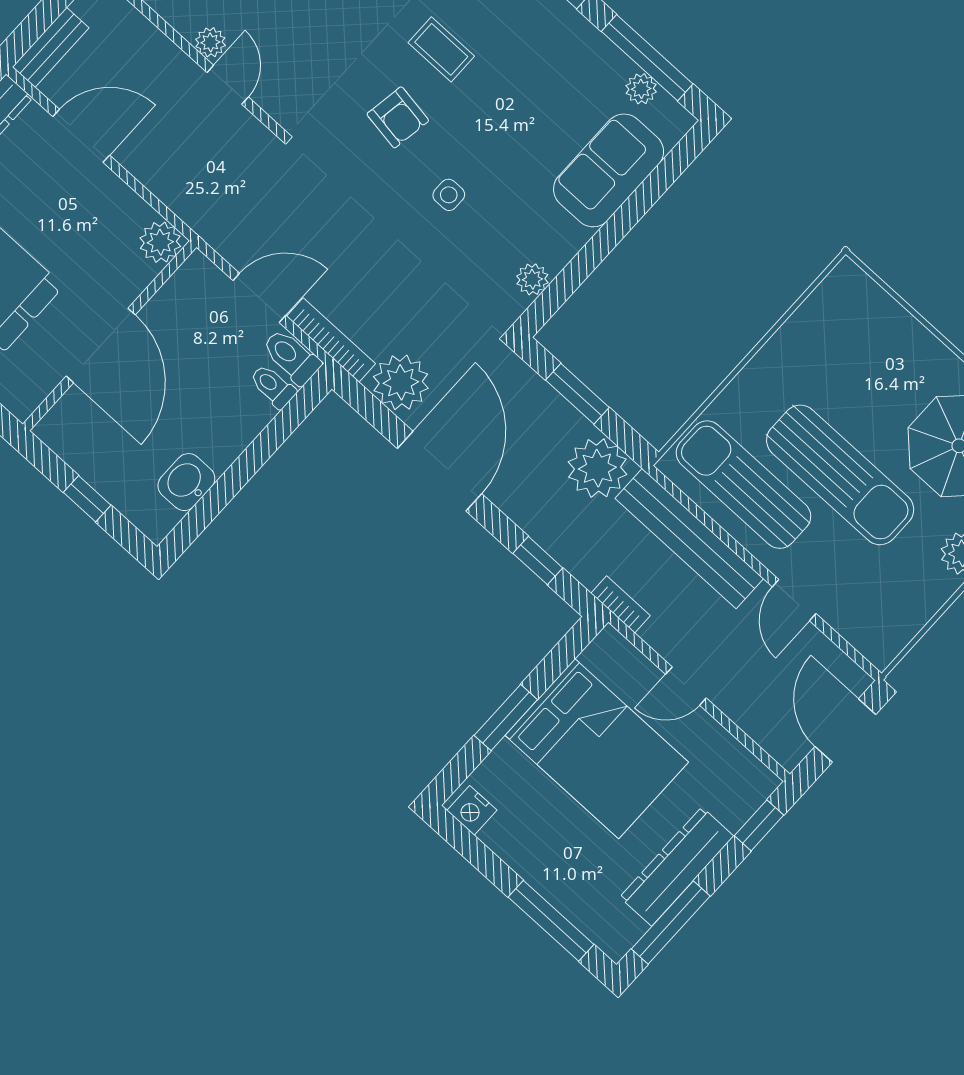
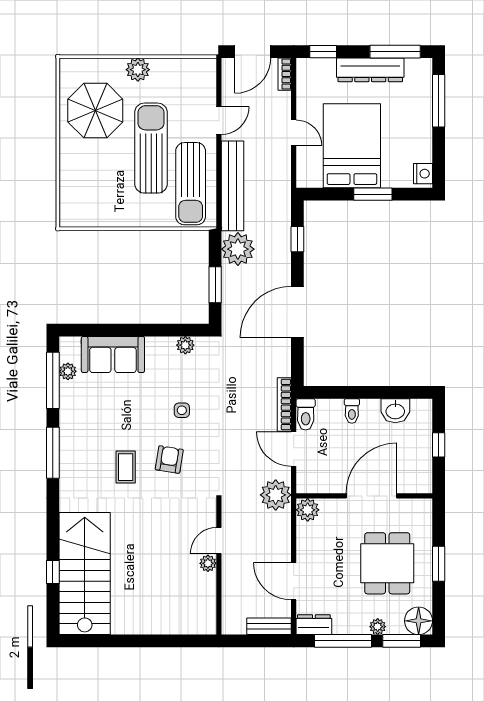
plant: (401, 382) -> (276, 495), moved
toilet: (273, 386) -> (352, 411), moved
bookcase: (621, 604) -> (285, 74), moved

